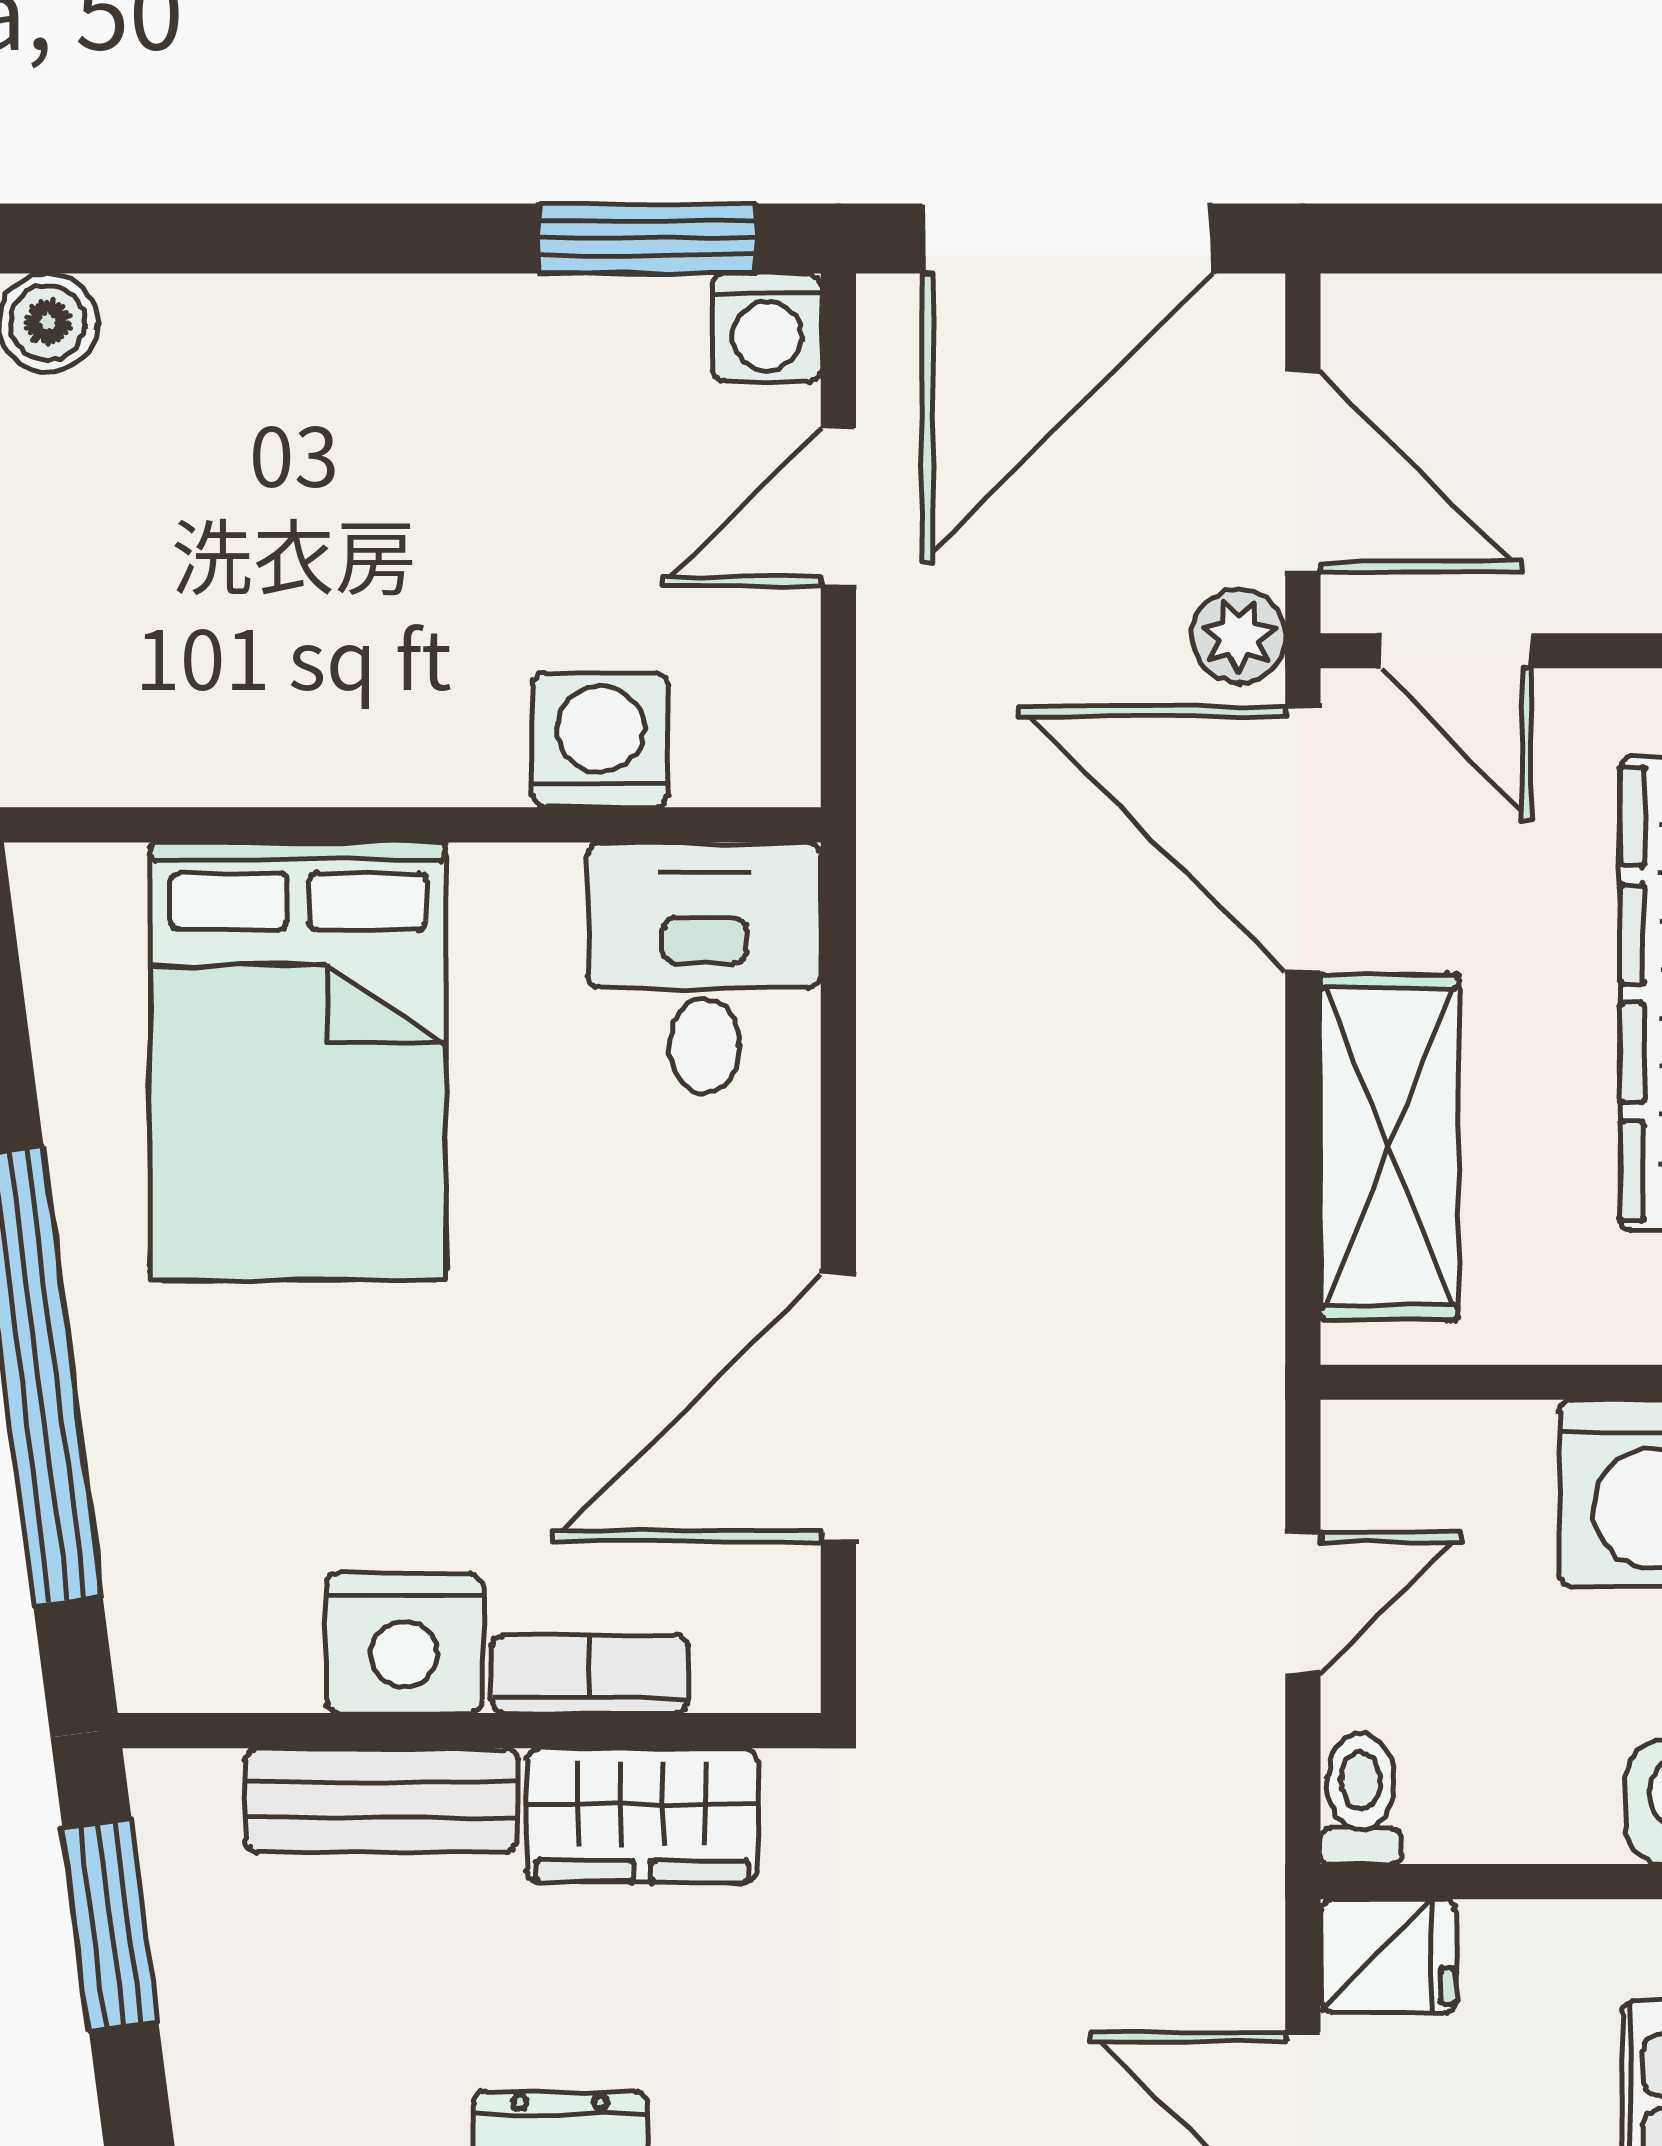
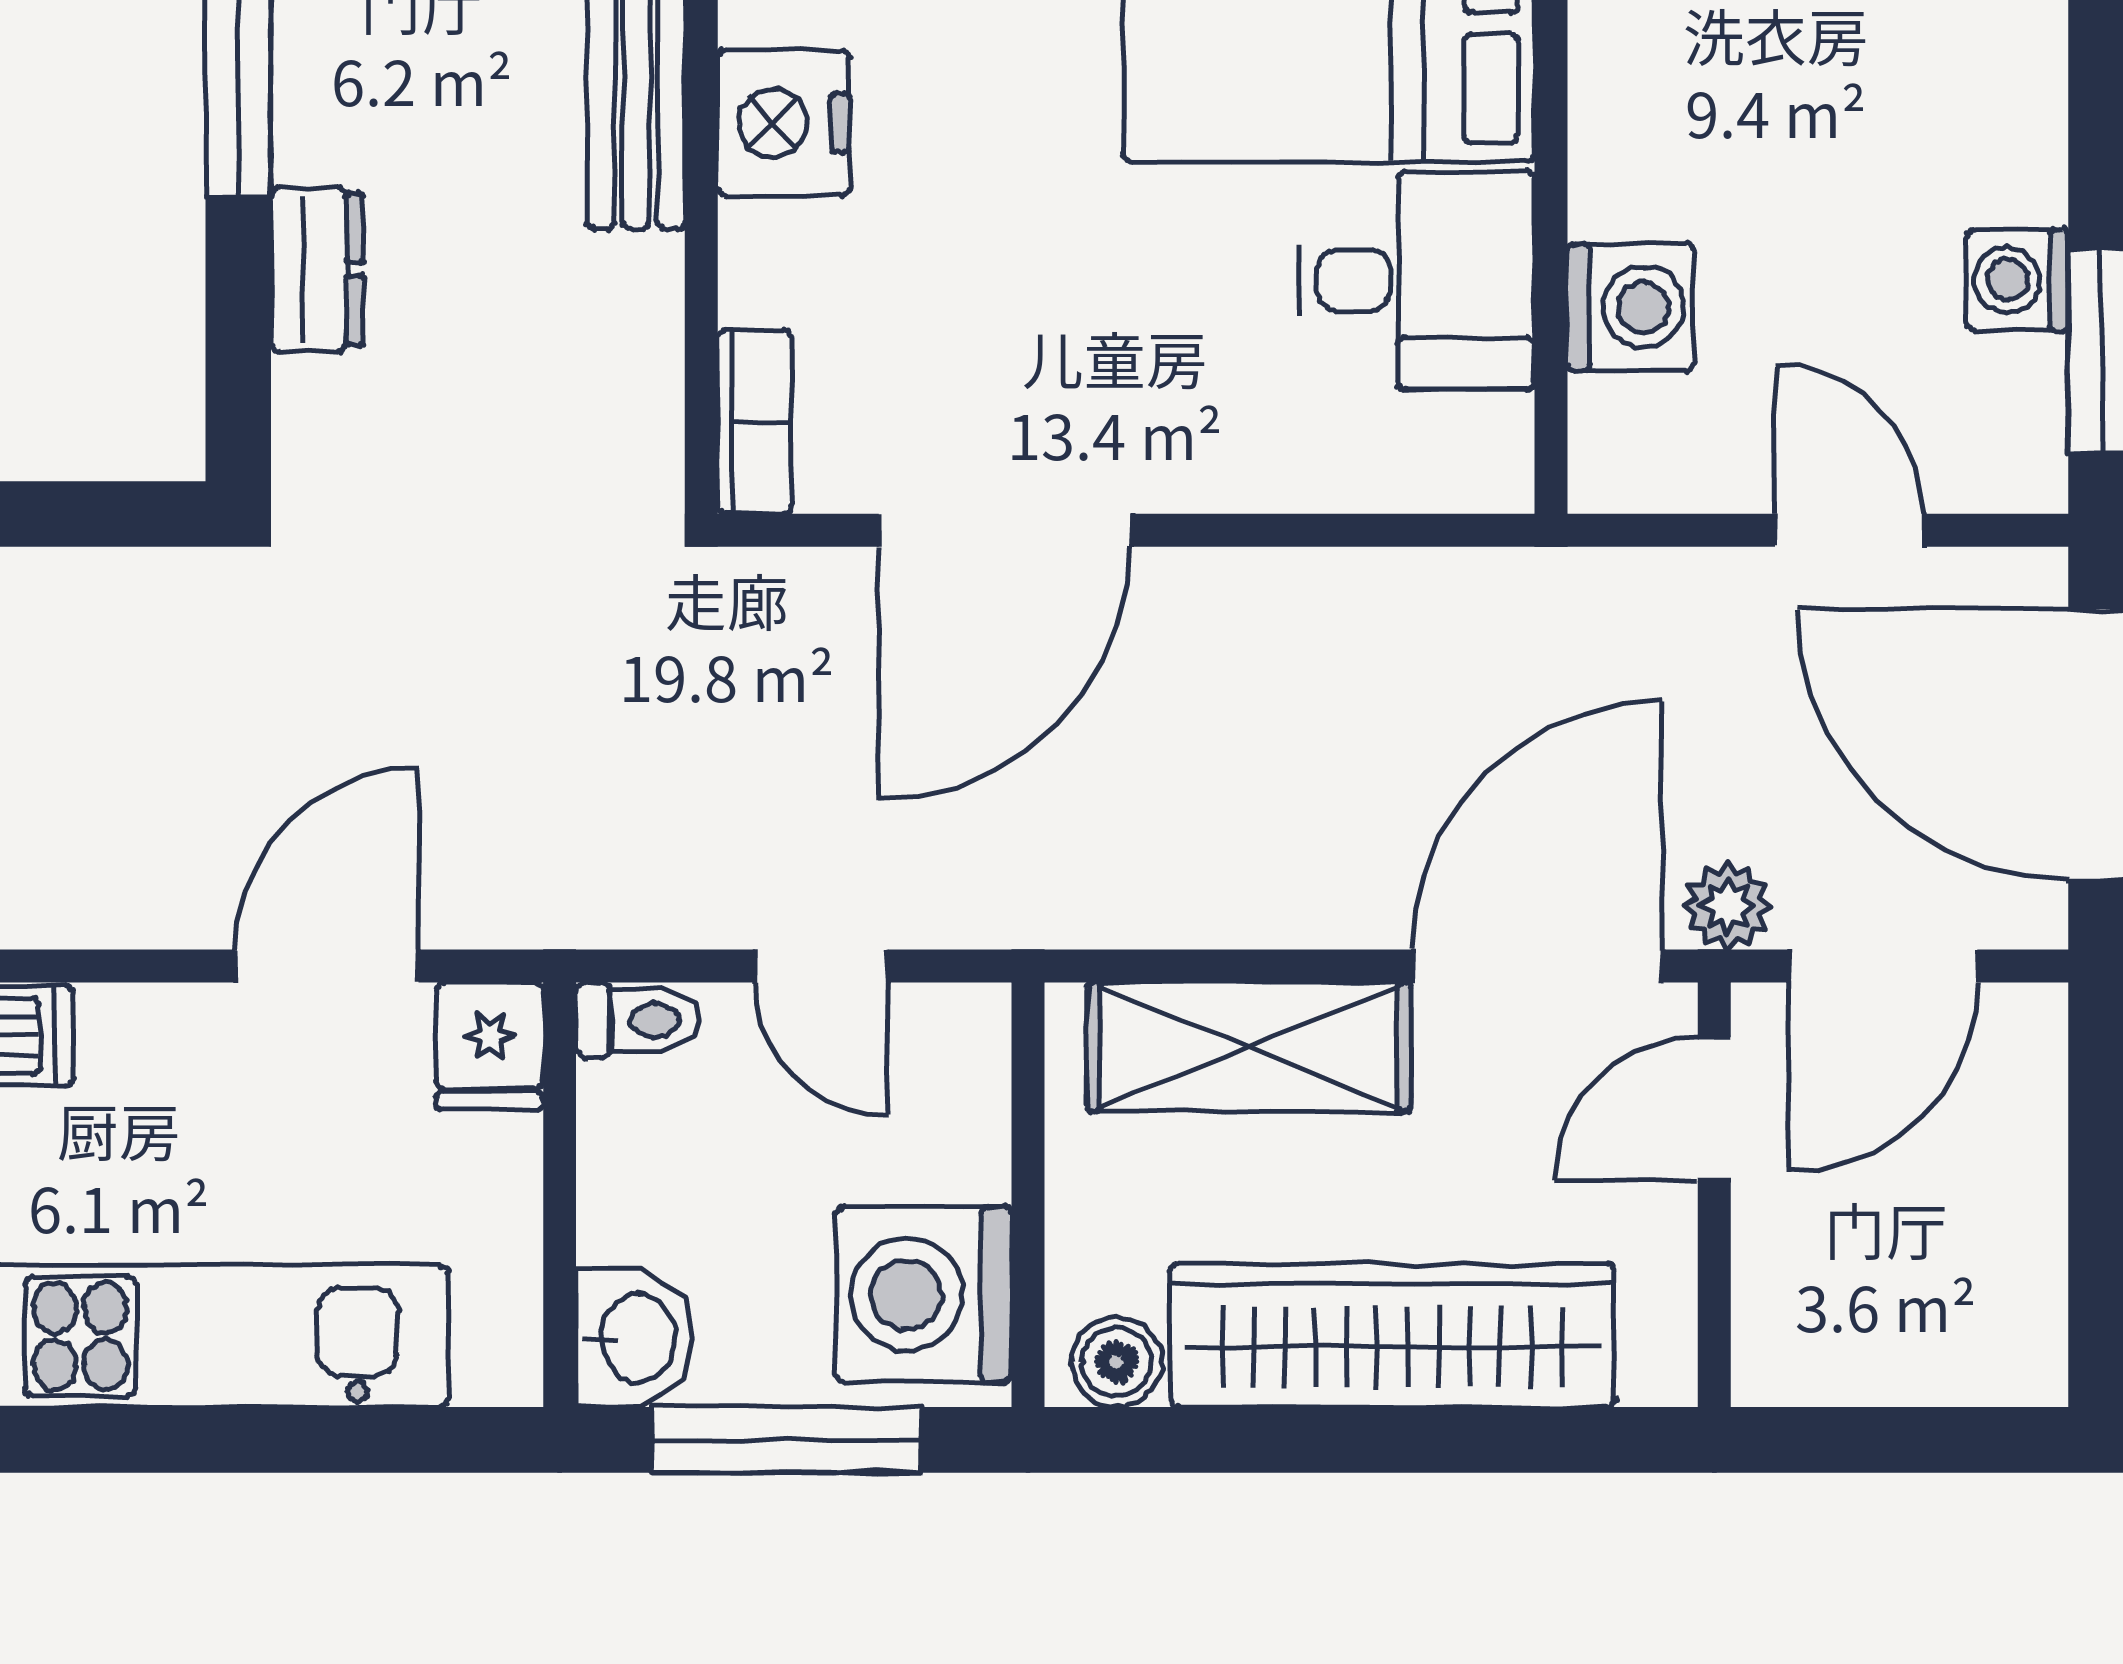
washing machine: (767, 328) -> (2018, 280), moved
desk: (704, 968) -> (1417, 280), moved
door: (838, 1407) -> (1005, 530), swing flipped
bookcase: (590, 1674) -> (754, 422), moved
wardrobe: (642, 1815) -> (622, 346), removed

